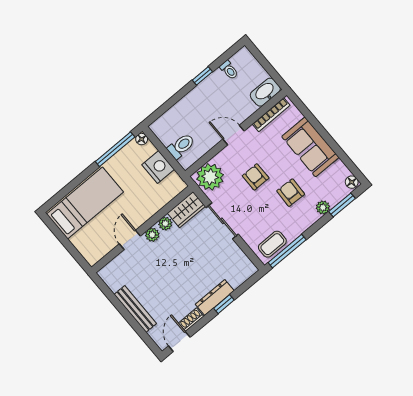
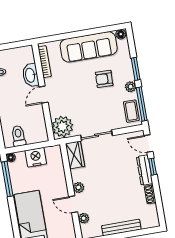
washbasin: (265, 92) -> (31, 75), moved
toilet: (181, 146) -> (18, 136), moved
sofa: (310, 147) -> (89, 47), width x1.36
armchair: (256, 177) -> (80, 96), removed
window: (342, 205) -> (136, 69), moved
plant: (323, 207) -> (131, 87), moved
plant: (165, 224) -> (84, 218), moved
door: (179, 341) -> (149, 144), moved

